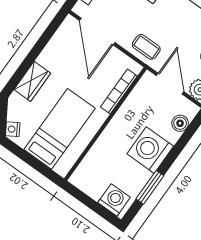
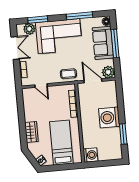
door: (97, 31) -> (41, 86), width x0.53
boiler: (180, 123) -> (112, 94), removed
washing machine: (114, 200) -> (90, 155), moved, turned 90

